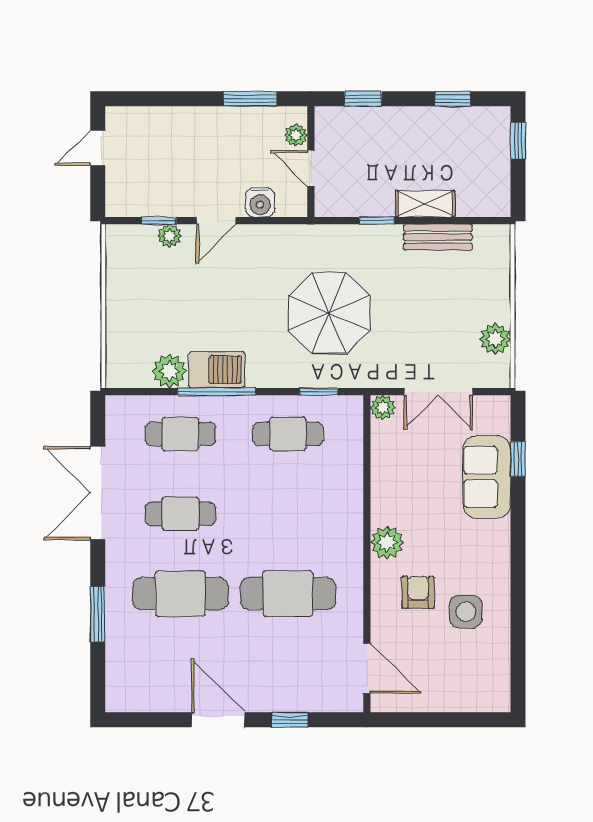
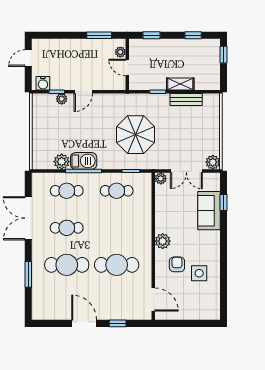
water cooler: (260, 202) -> (43, 83), moved
plant: (495, 339) -> (213, 162), moved

